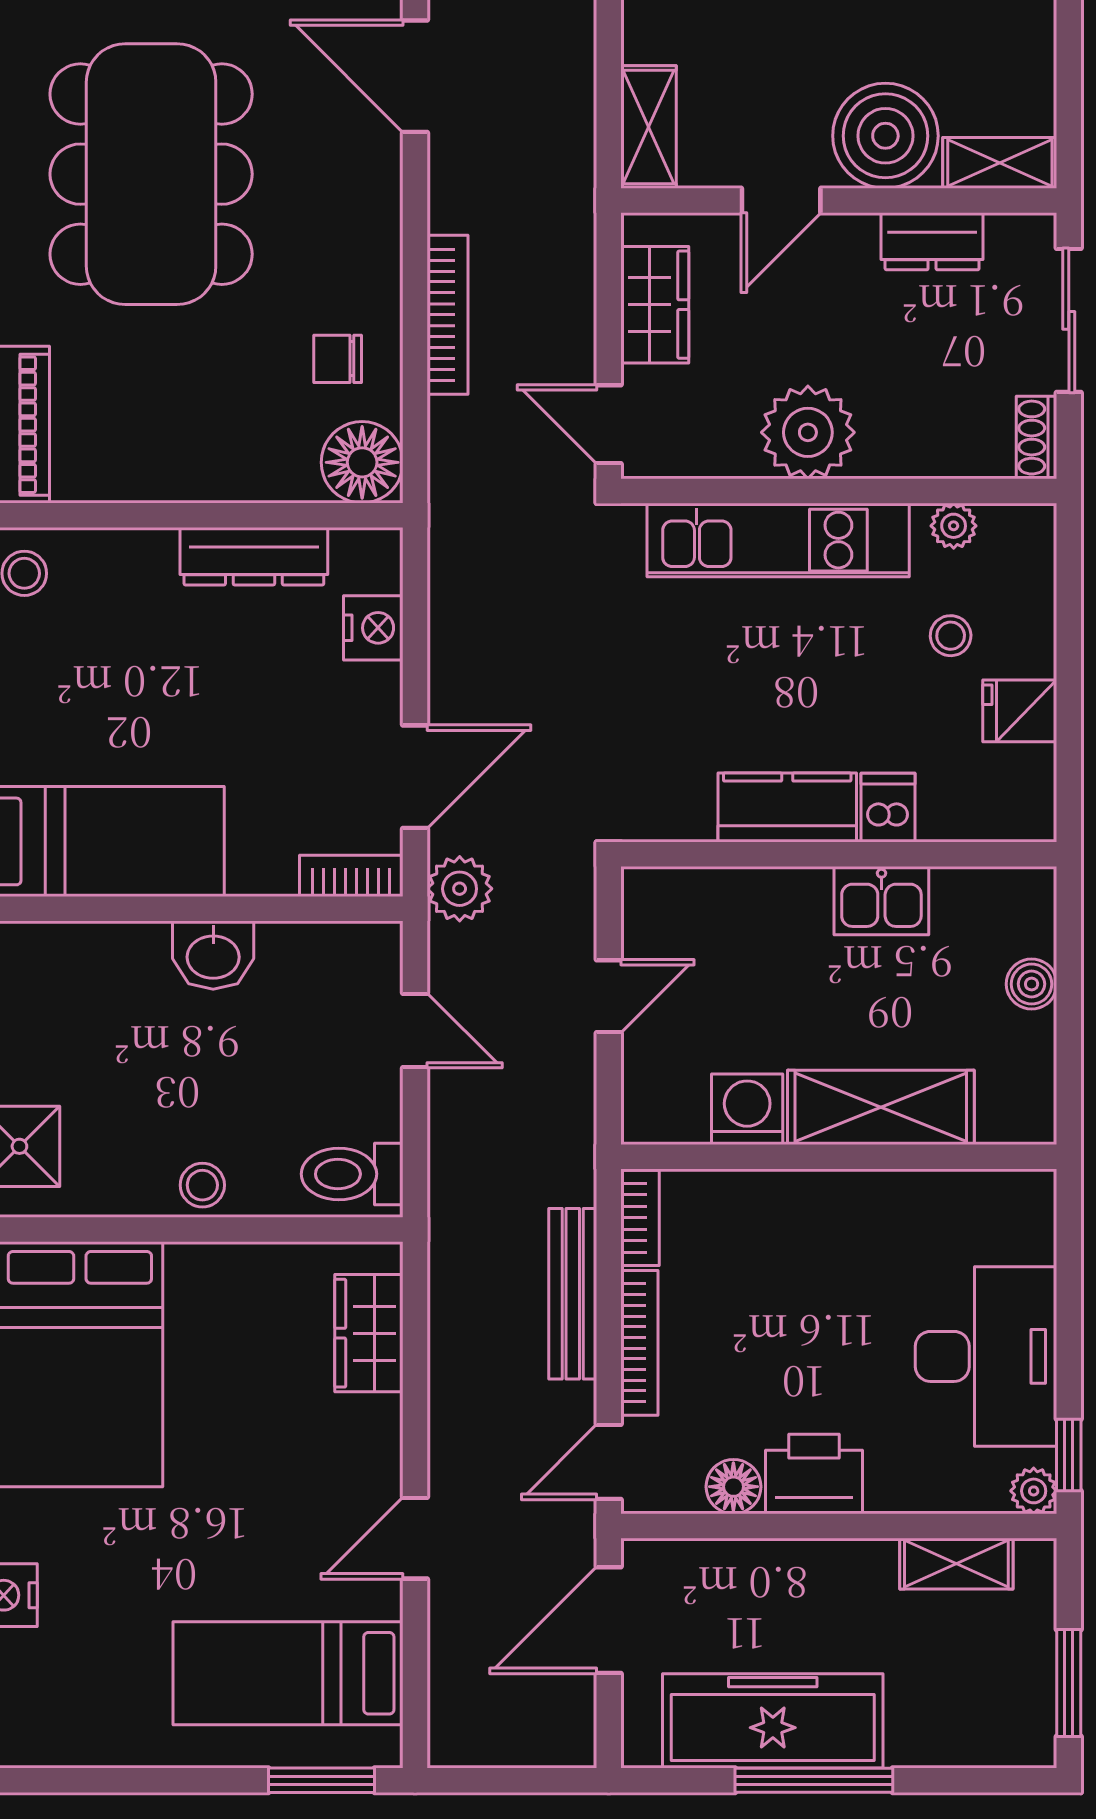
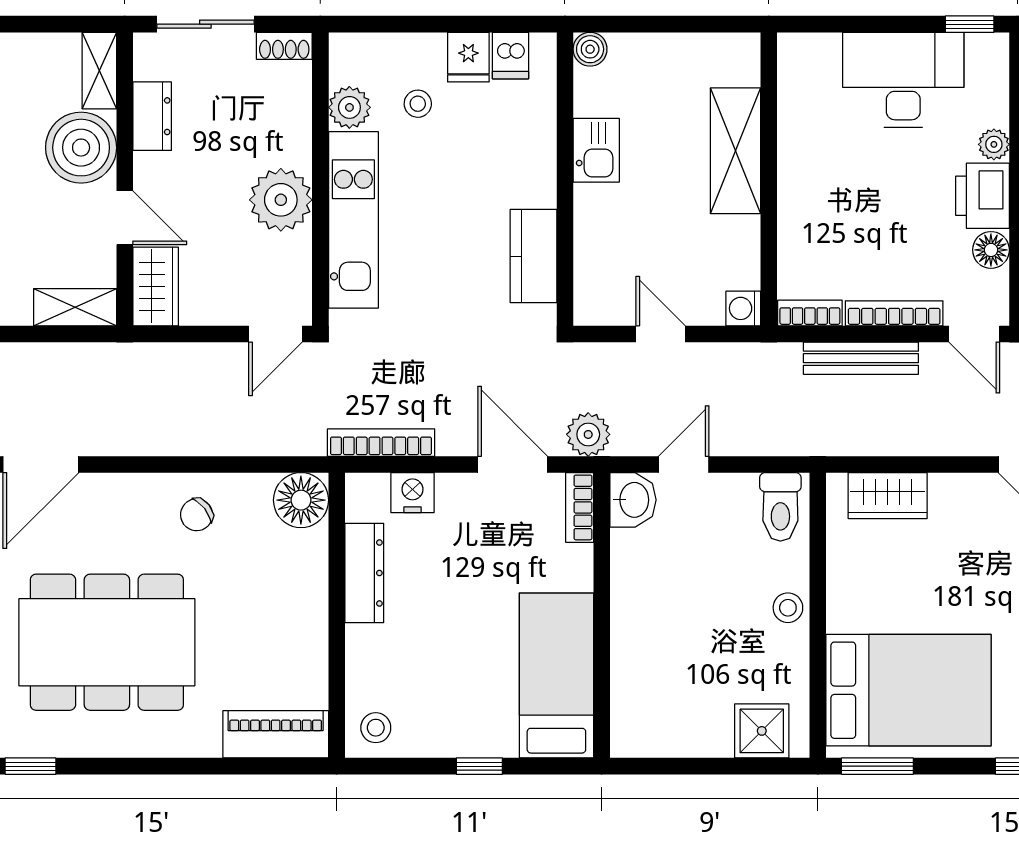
wardrobe: (655, 305) -> (156, 286), moved, turned 90
bookcase: (448, 315) -> (381, 443), moved
chair: (338, 359) -> (197, 515), moved, turned 52
plant: (954, 526) -> (349, 107), width x1.38, depth x1.38
kitchen counter: (787, 808) -> (534, 256), moved
dishwasher: (888, 808) -> (511, 56), moved, turned -90
washbasin: (213, 955) -> (633, 500), moved
boiler: (1032, 984) -> (590, 49), moved
washing machine: (747, 1109) -> (743, 308), moved, width x0.73, depth x0.73
plant: (1034, 1491) -> (994, 144), moved

